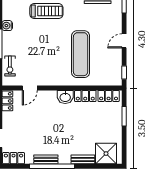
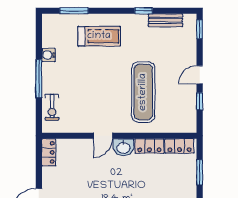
window: (124, 72) -> (200, 101), moved
door: (30, 88) -> (103, 136), moved

